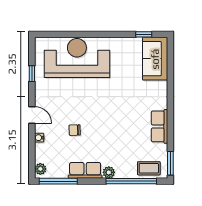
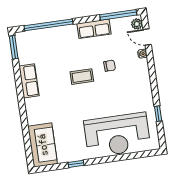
window: (144, 34) -> (76, 164), moved
door: (32, 115) -> (147, 37), moved
coffee table: (149, 168) -> (82, 77), moved
plant: (109, 172) -> (71, 30), removed

